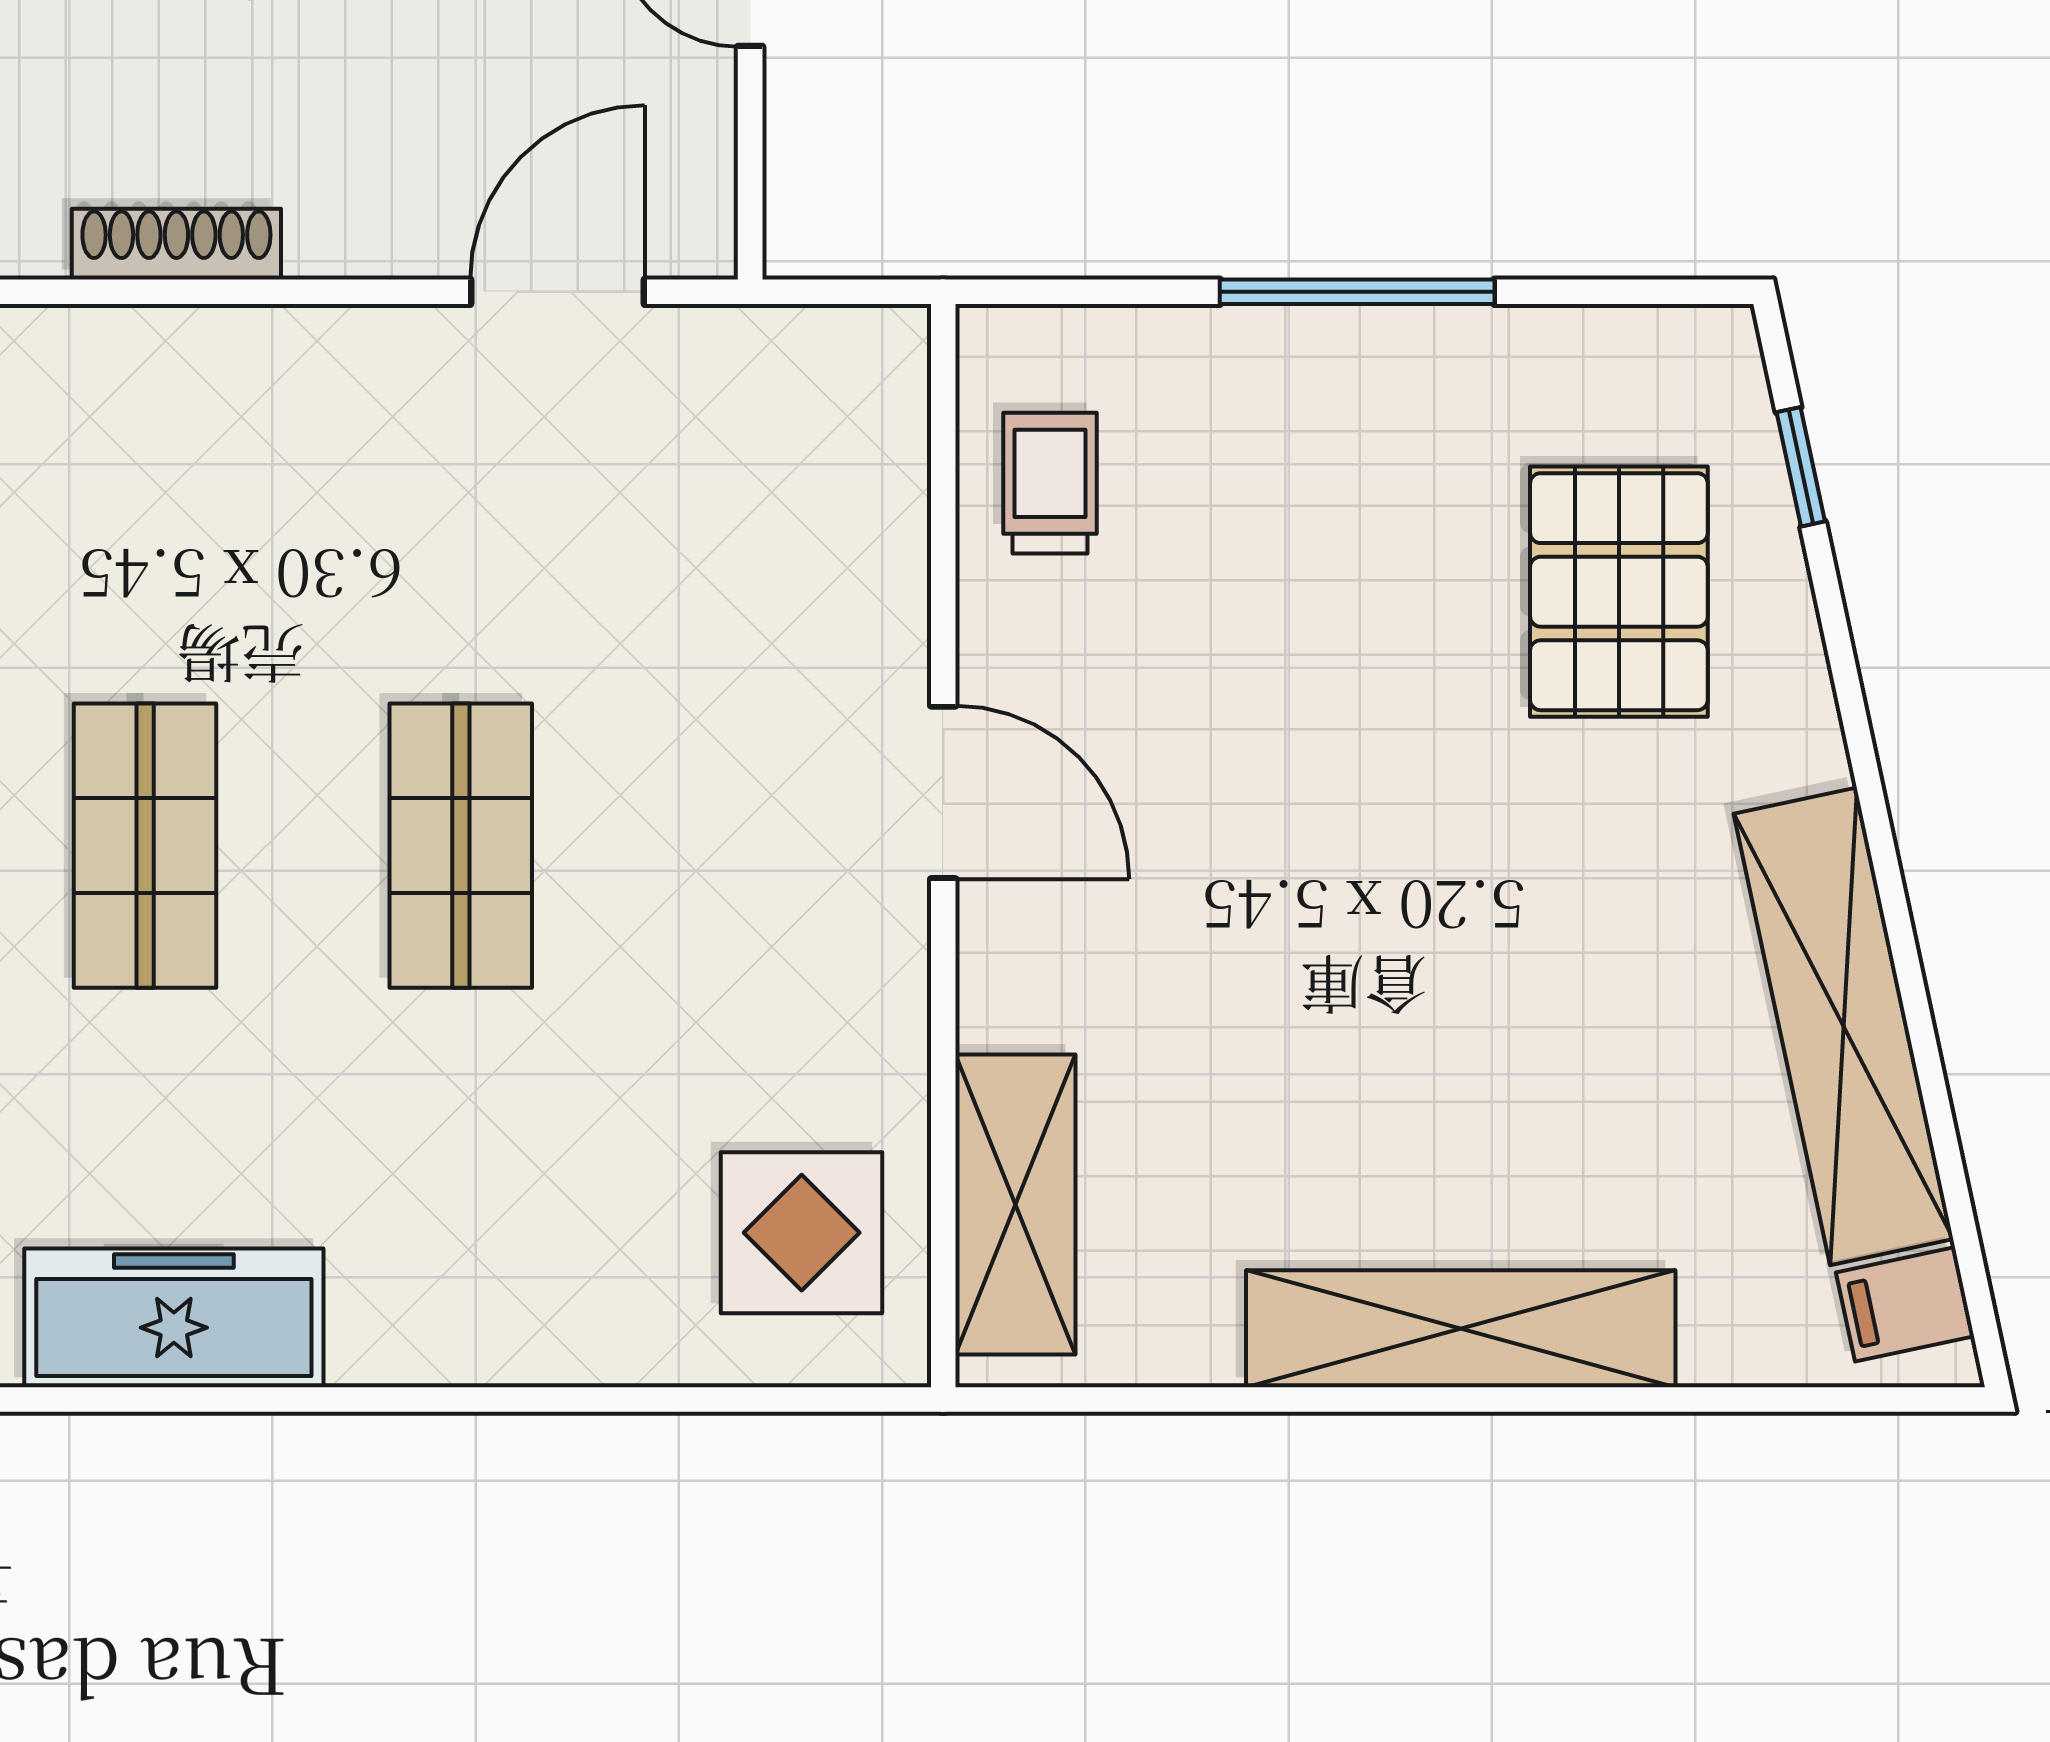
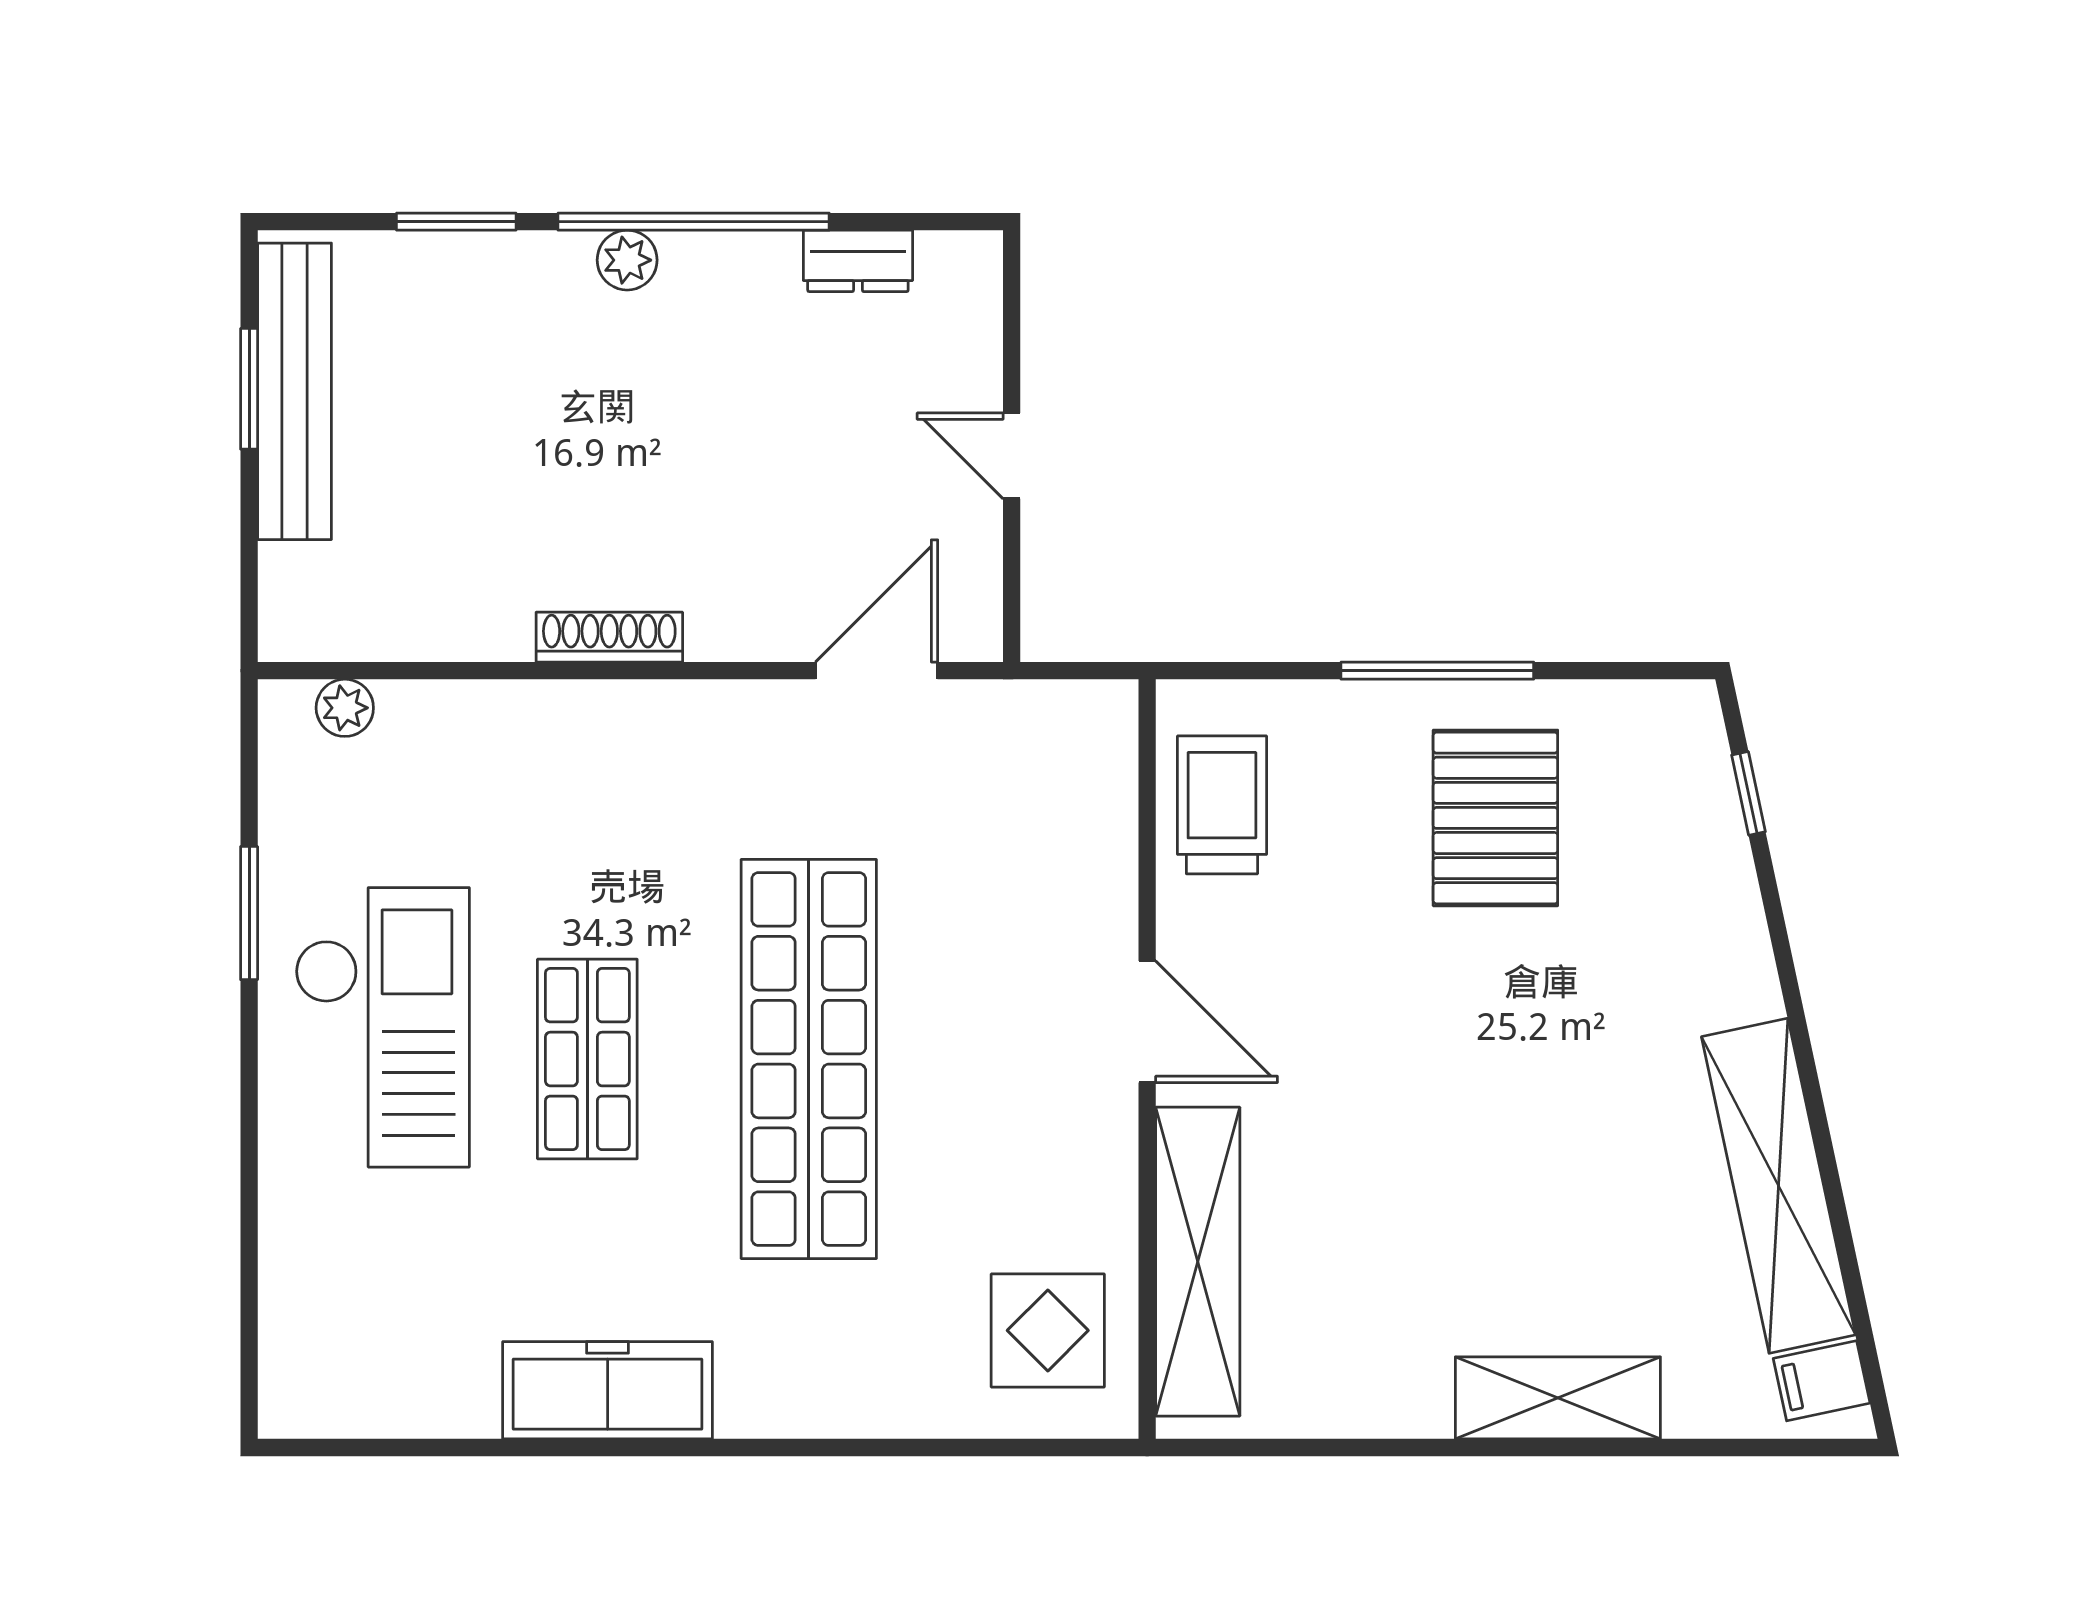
trolley: (1050, 483) -> (1222, 805), width x1.36, depth x1.39
pallet: (1619, 592) -> (1495, 818), moved
shop shelf: (461, 846) -> (809, 1059), width x2.00, depth x1.36
shelving: (1015, 1204) -> (1198, 1262), width x1.47
shelving: (1461, 1329) -> (1558, 1398), width x0.68

